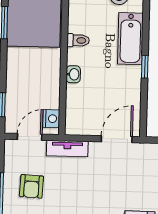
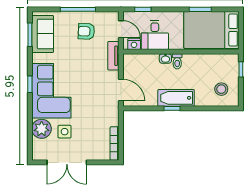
bathtub: (130, 39) -> (176, 98), moved
toilet: (78, 40) -> (177, 61), moved
desk: (39, 89) -> (155, 35), added

